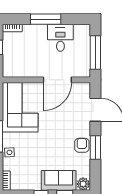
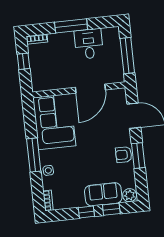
armchair: (82, 145) -> (124, 155), turned -90

